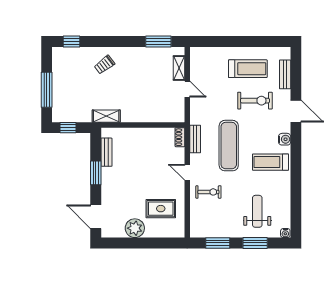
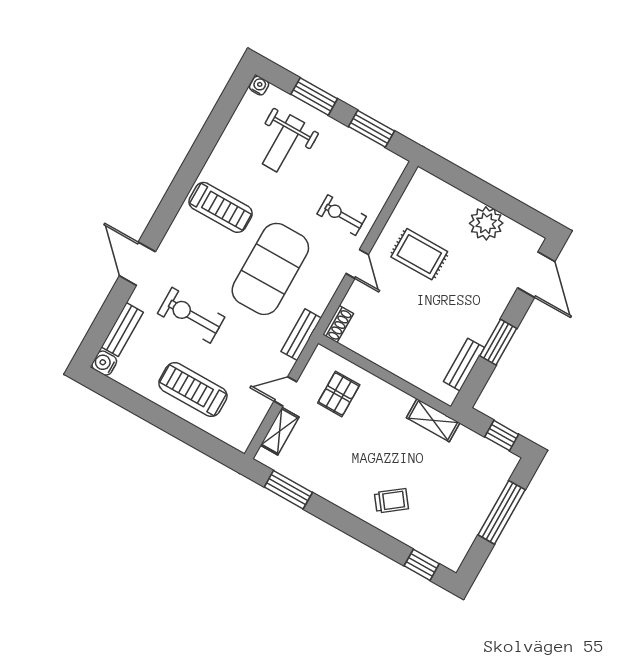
treadmill: (248, 69) -> (193, 390), moved
door: (187, 89) -> (285, 391), hinge flipped
pallet: (160, 103) -> (339, 394), added
bench: (195, 139) -> (301, 335), moved
water cooler: (285, 139) -> (104, 363), moved
exercise mat: (229, 146) -> (270, 269), width x1.47
rug: (161, 209) -> (419, 254), moved

